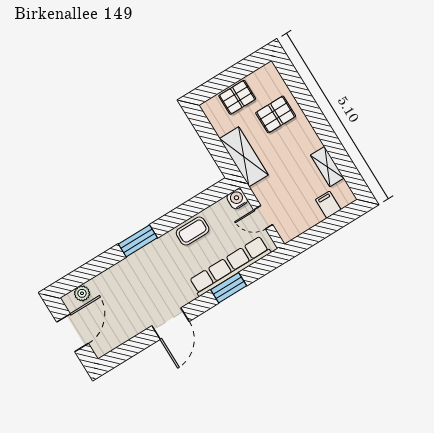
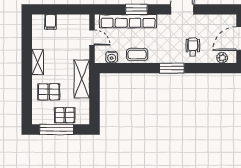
window: (236, 73) -> (57, 129), added
shelving: (327, 167) -> (38, 62), moved
water cooler: (237, 199) -> (112, 57), moved
wheelchair: (128, 284) -> (193, 47), added

